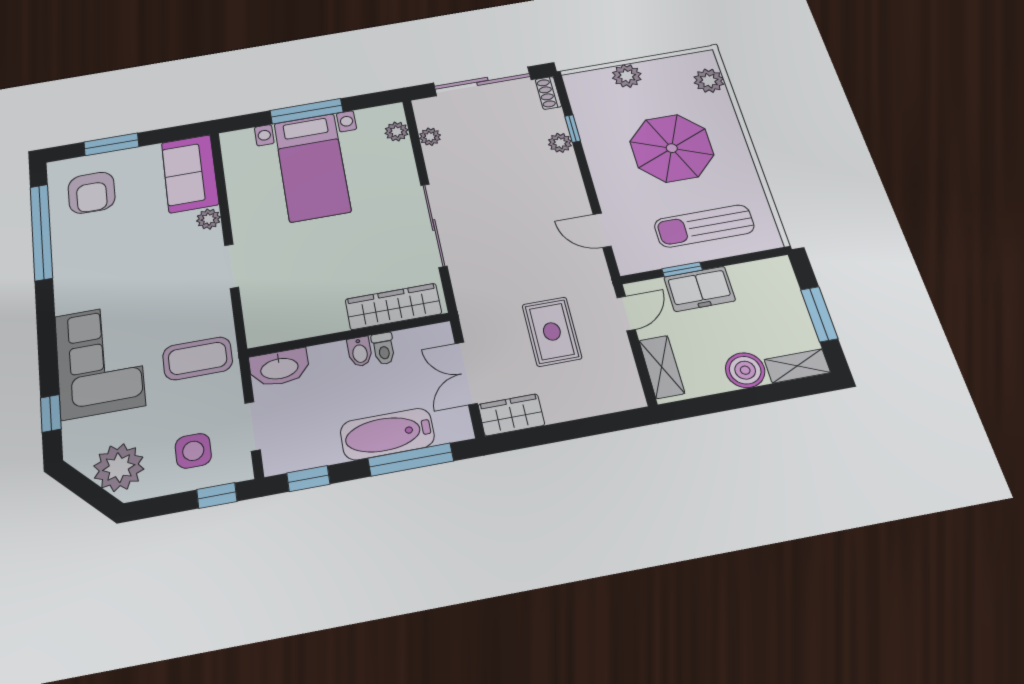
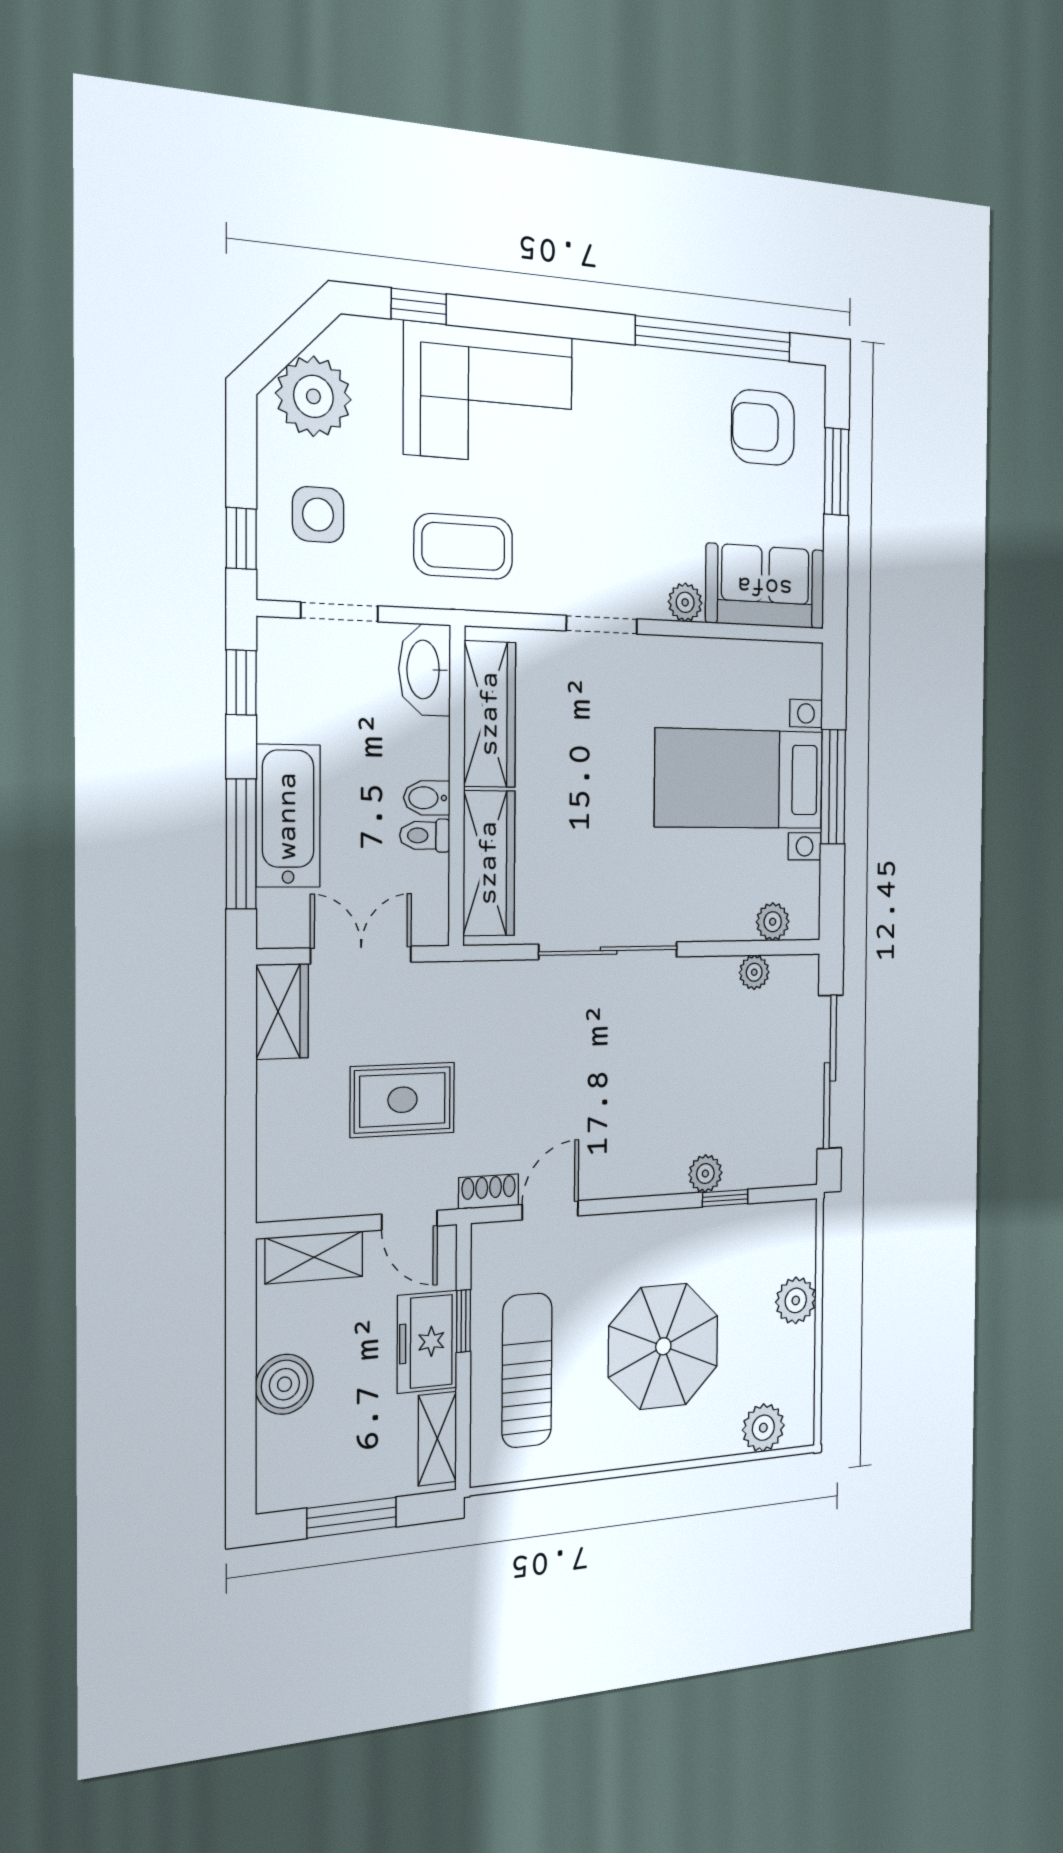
shoe rack: (548, 93) -> (489, 1192), moved
wardrobe: (300, 323) -> (490, 714), added
coffee table: (198, 358) -> (463, 546), turned 90
shelving: (797, 366) -> (437, 1439), moved

